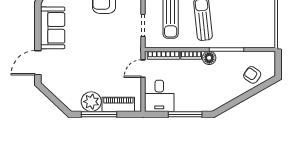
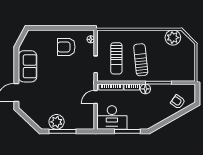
desk: (159, 96) -> (112, 117), width x1.37
piano: (118, 104) -> (77, 124), removed

